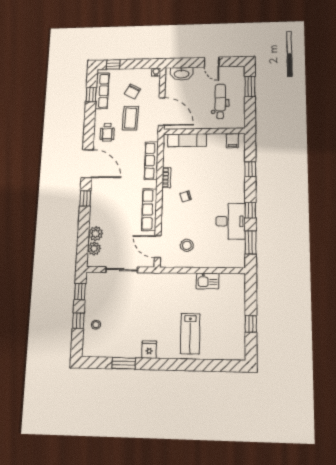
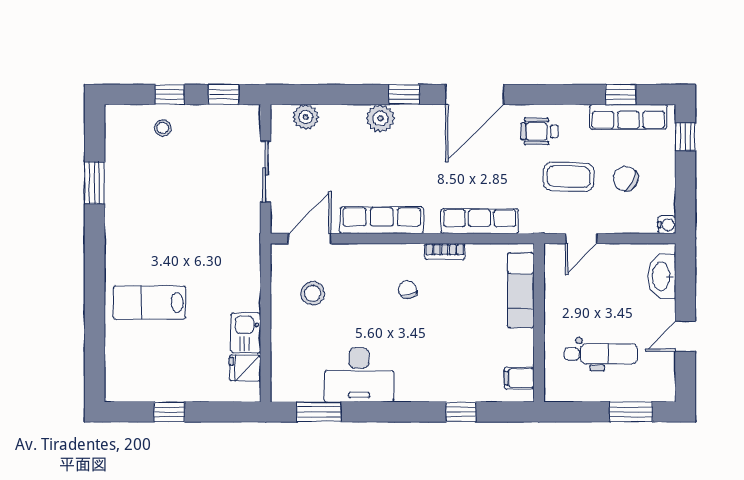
door: (162, 112) -> (581, 239), width x0.53
window: (250, 210) -> (380, 412), removed
plant: (96, 234) -> (380, 118), moved
fridge: (149, 350) -> (245, 368), moved, turned 180

